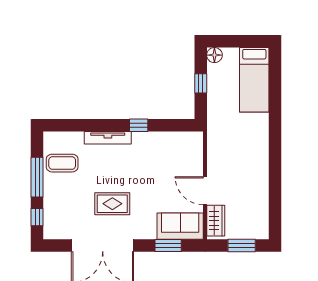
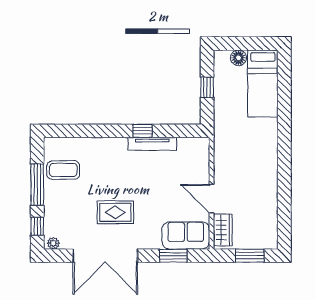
floor lamp: (214, 55) -> (238, 58), moved
tv unit: (108, 138) -> (152, 144), moved
plant: (53, 233) -> (53, 243), added

